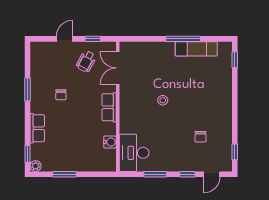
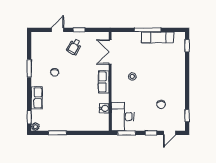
double door: (118, 68) -> (110, 52), moved
row of seats: (109, 107) -> (104, 82), moved
wall: (118, 107) -> (110, 81), moved
water cooler: (110, 142) -> (104, 108), moved
desk: (134, 153) -> (123, 117), moved

